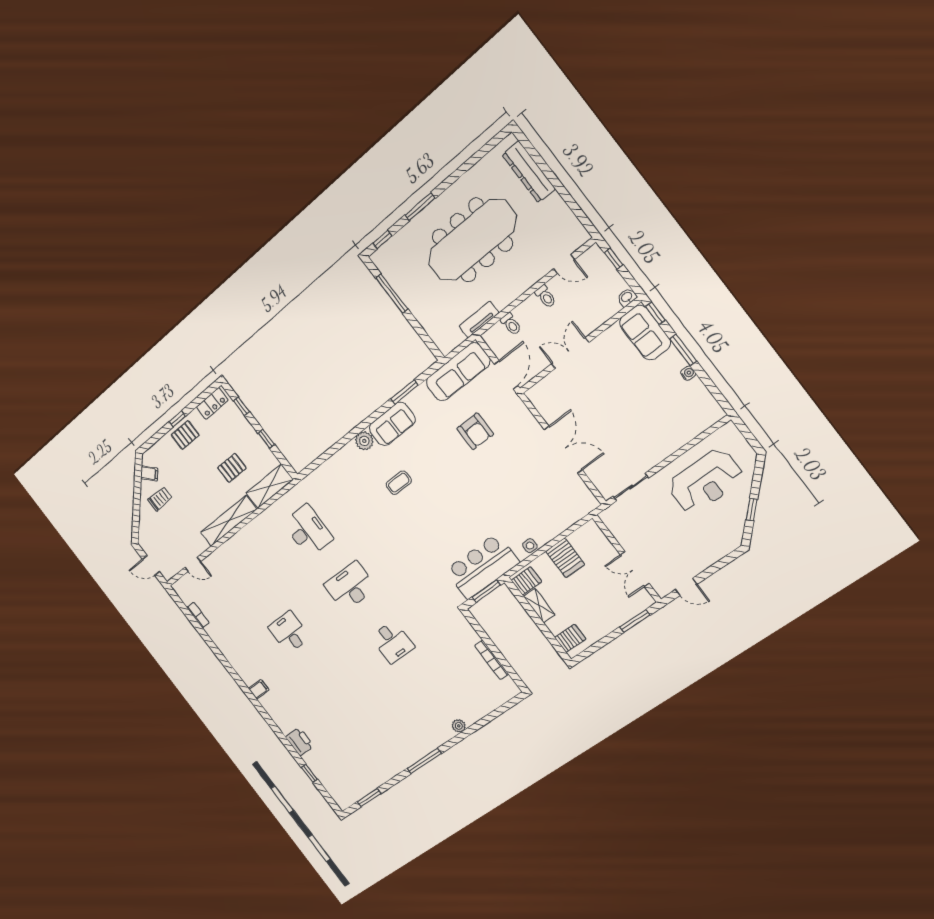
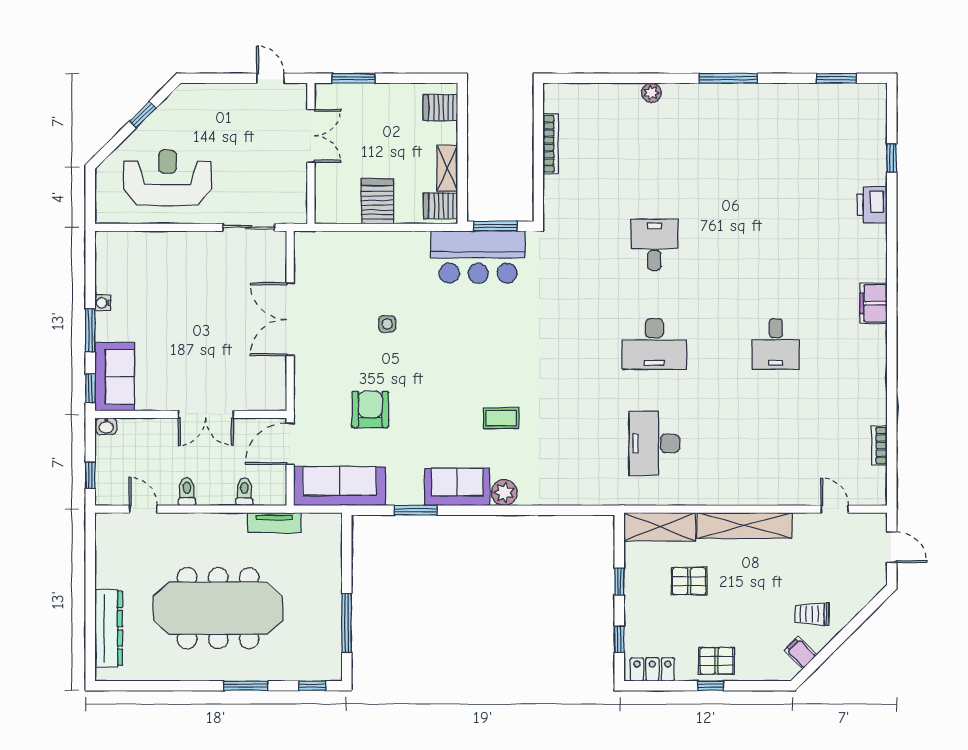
side table: (530, 546) -> (387, 324), moved
filing cabinet: (259, 689) -> (874, 303), width x2.00

